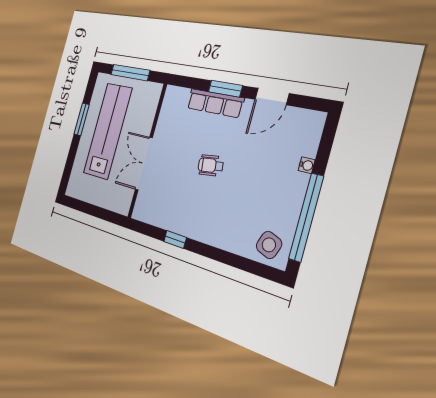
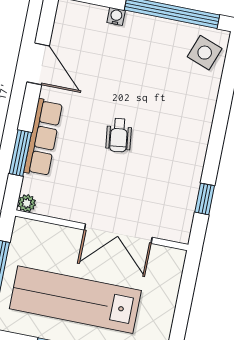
window: (225, 89) -> (20, 153), moved
plant: (171, 92) -> (27, 203), added
window: (175, 239) -> (205, 199), moved

